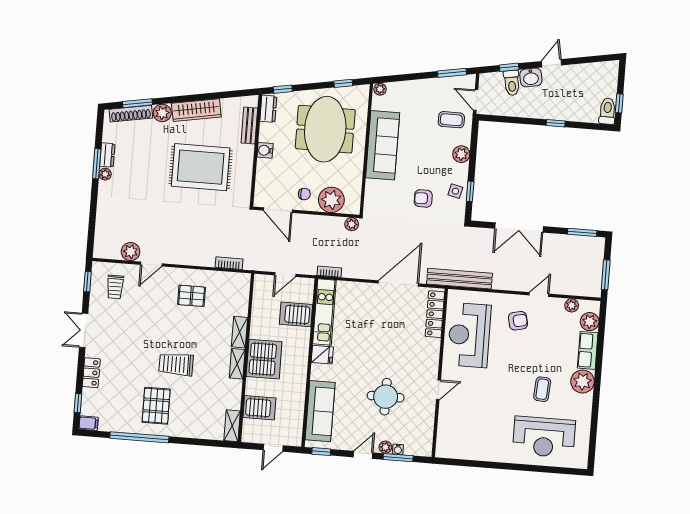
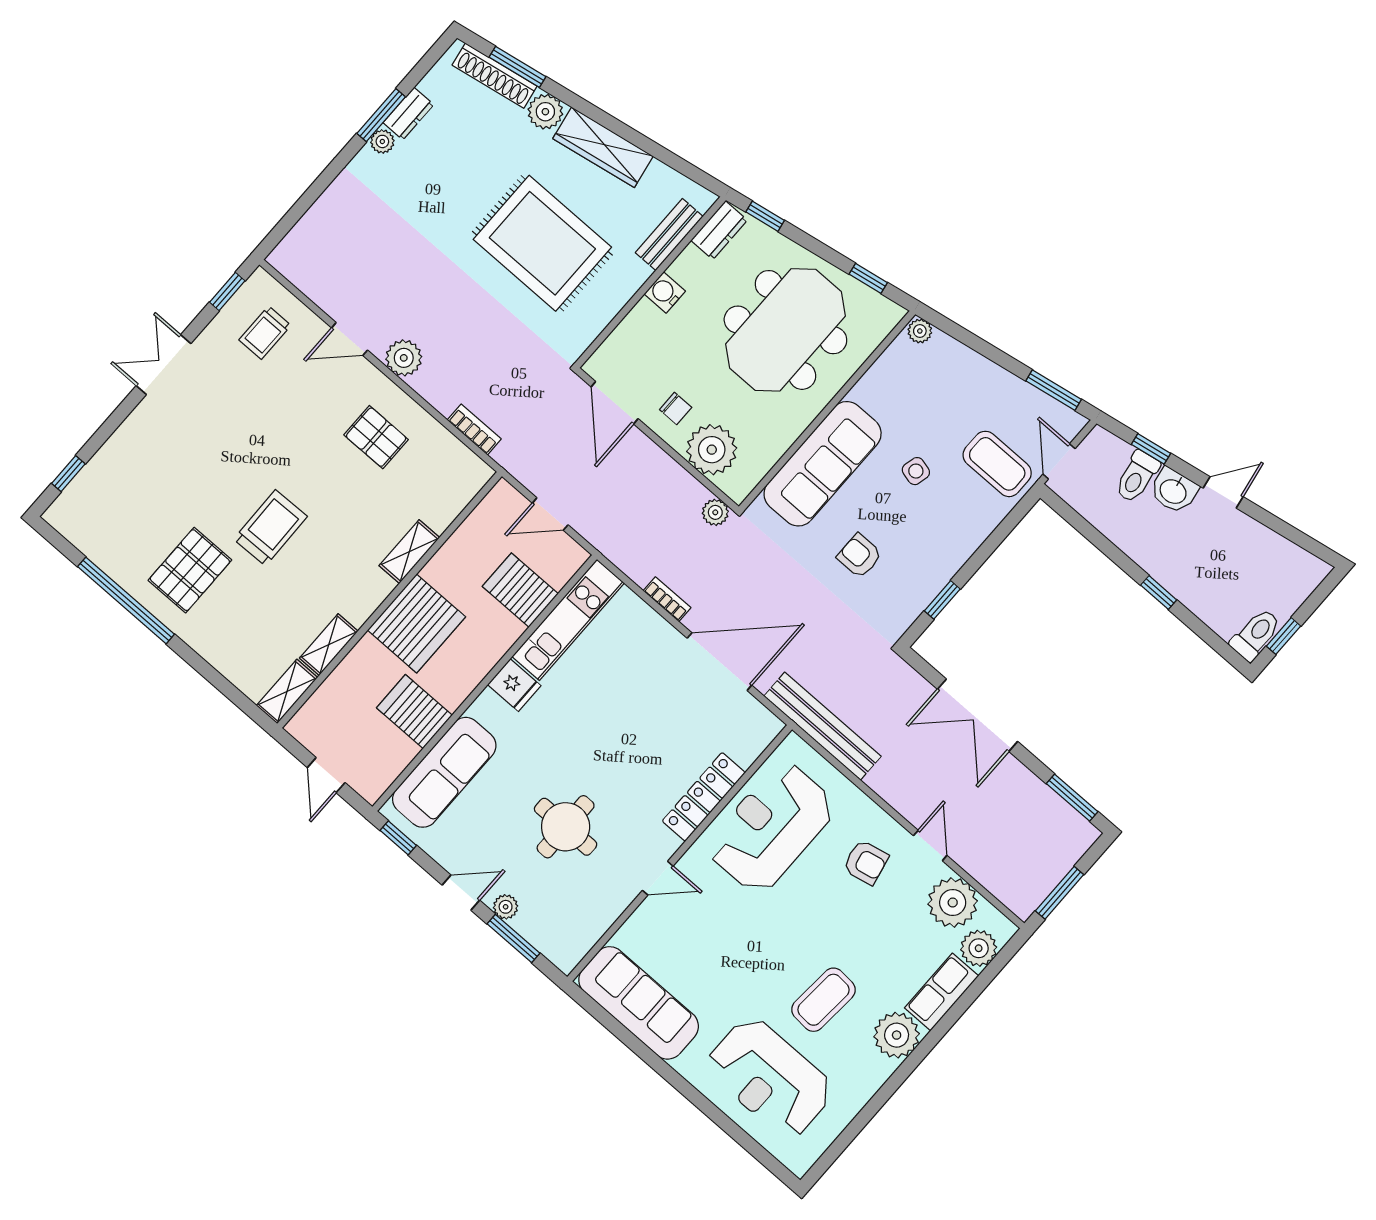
coffee table: (451, 120) -> (997, 464), width x1.36, depth x1.30
sofa: (383, 145) -> (823, 464), moved
plant: (461, 154) -> (972, 530), removed
side table: (455, 191) -> (916, 471), moved
plant: (131, 252) -> (404, 358), moved
bookcase: (329, 272) -> (667, 599), moved
door: (539, 295) -> (930, 845), hinge flipped
plant: (572, 305) -> (953, 903), width x1.88, depth x1.88
locker: (435, 314) -> (704, 797), moved
trolley: (176, 364) -> (270, 528), turned 89
shelving: (237, 364) -> (329, 645), moved
locker: (91, 373) -> (126, 441), removed
coffee table: (542, 389) -> (823, 1000), width x1.36, depth x1.30
server rack: (259, 408) -> (414, 711), moved, turned 180
filing cabinet: (89, 423) -> (62, 518), removed
sofa: (468, 446) -> (639, 1003), added
door: (273, 448) -> (326, 775), hinge flipped
water cooler: (398, 449) -> (523, 925), removed

